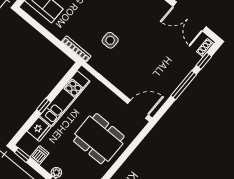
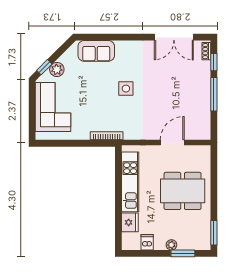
side table: (110, 40) -> (126, 89), moved
window: (44, 106) -> (118, 201), removed
door: (138, 109) -> (172, 143), moved
window: (22, 155) -> (134, 253), removed

